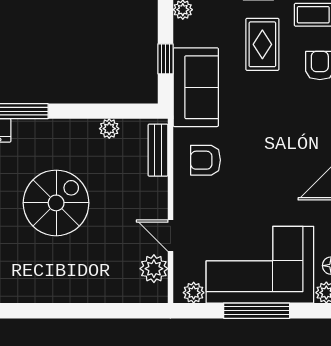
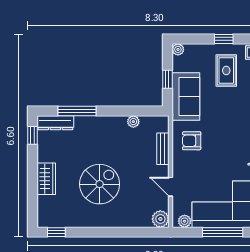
bench: (158, 150) -> (163, 149), moved
spiral stairs: (56, 203) -> (100, 184), moved
plant: (154, 269) -> (160, 219), moved

